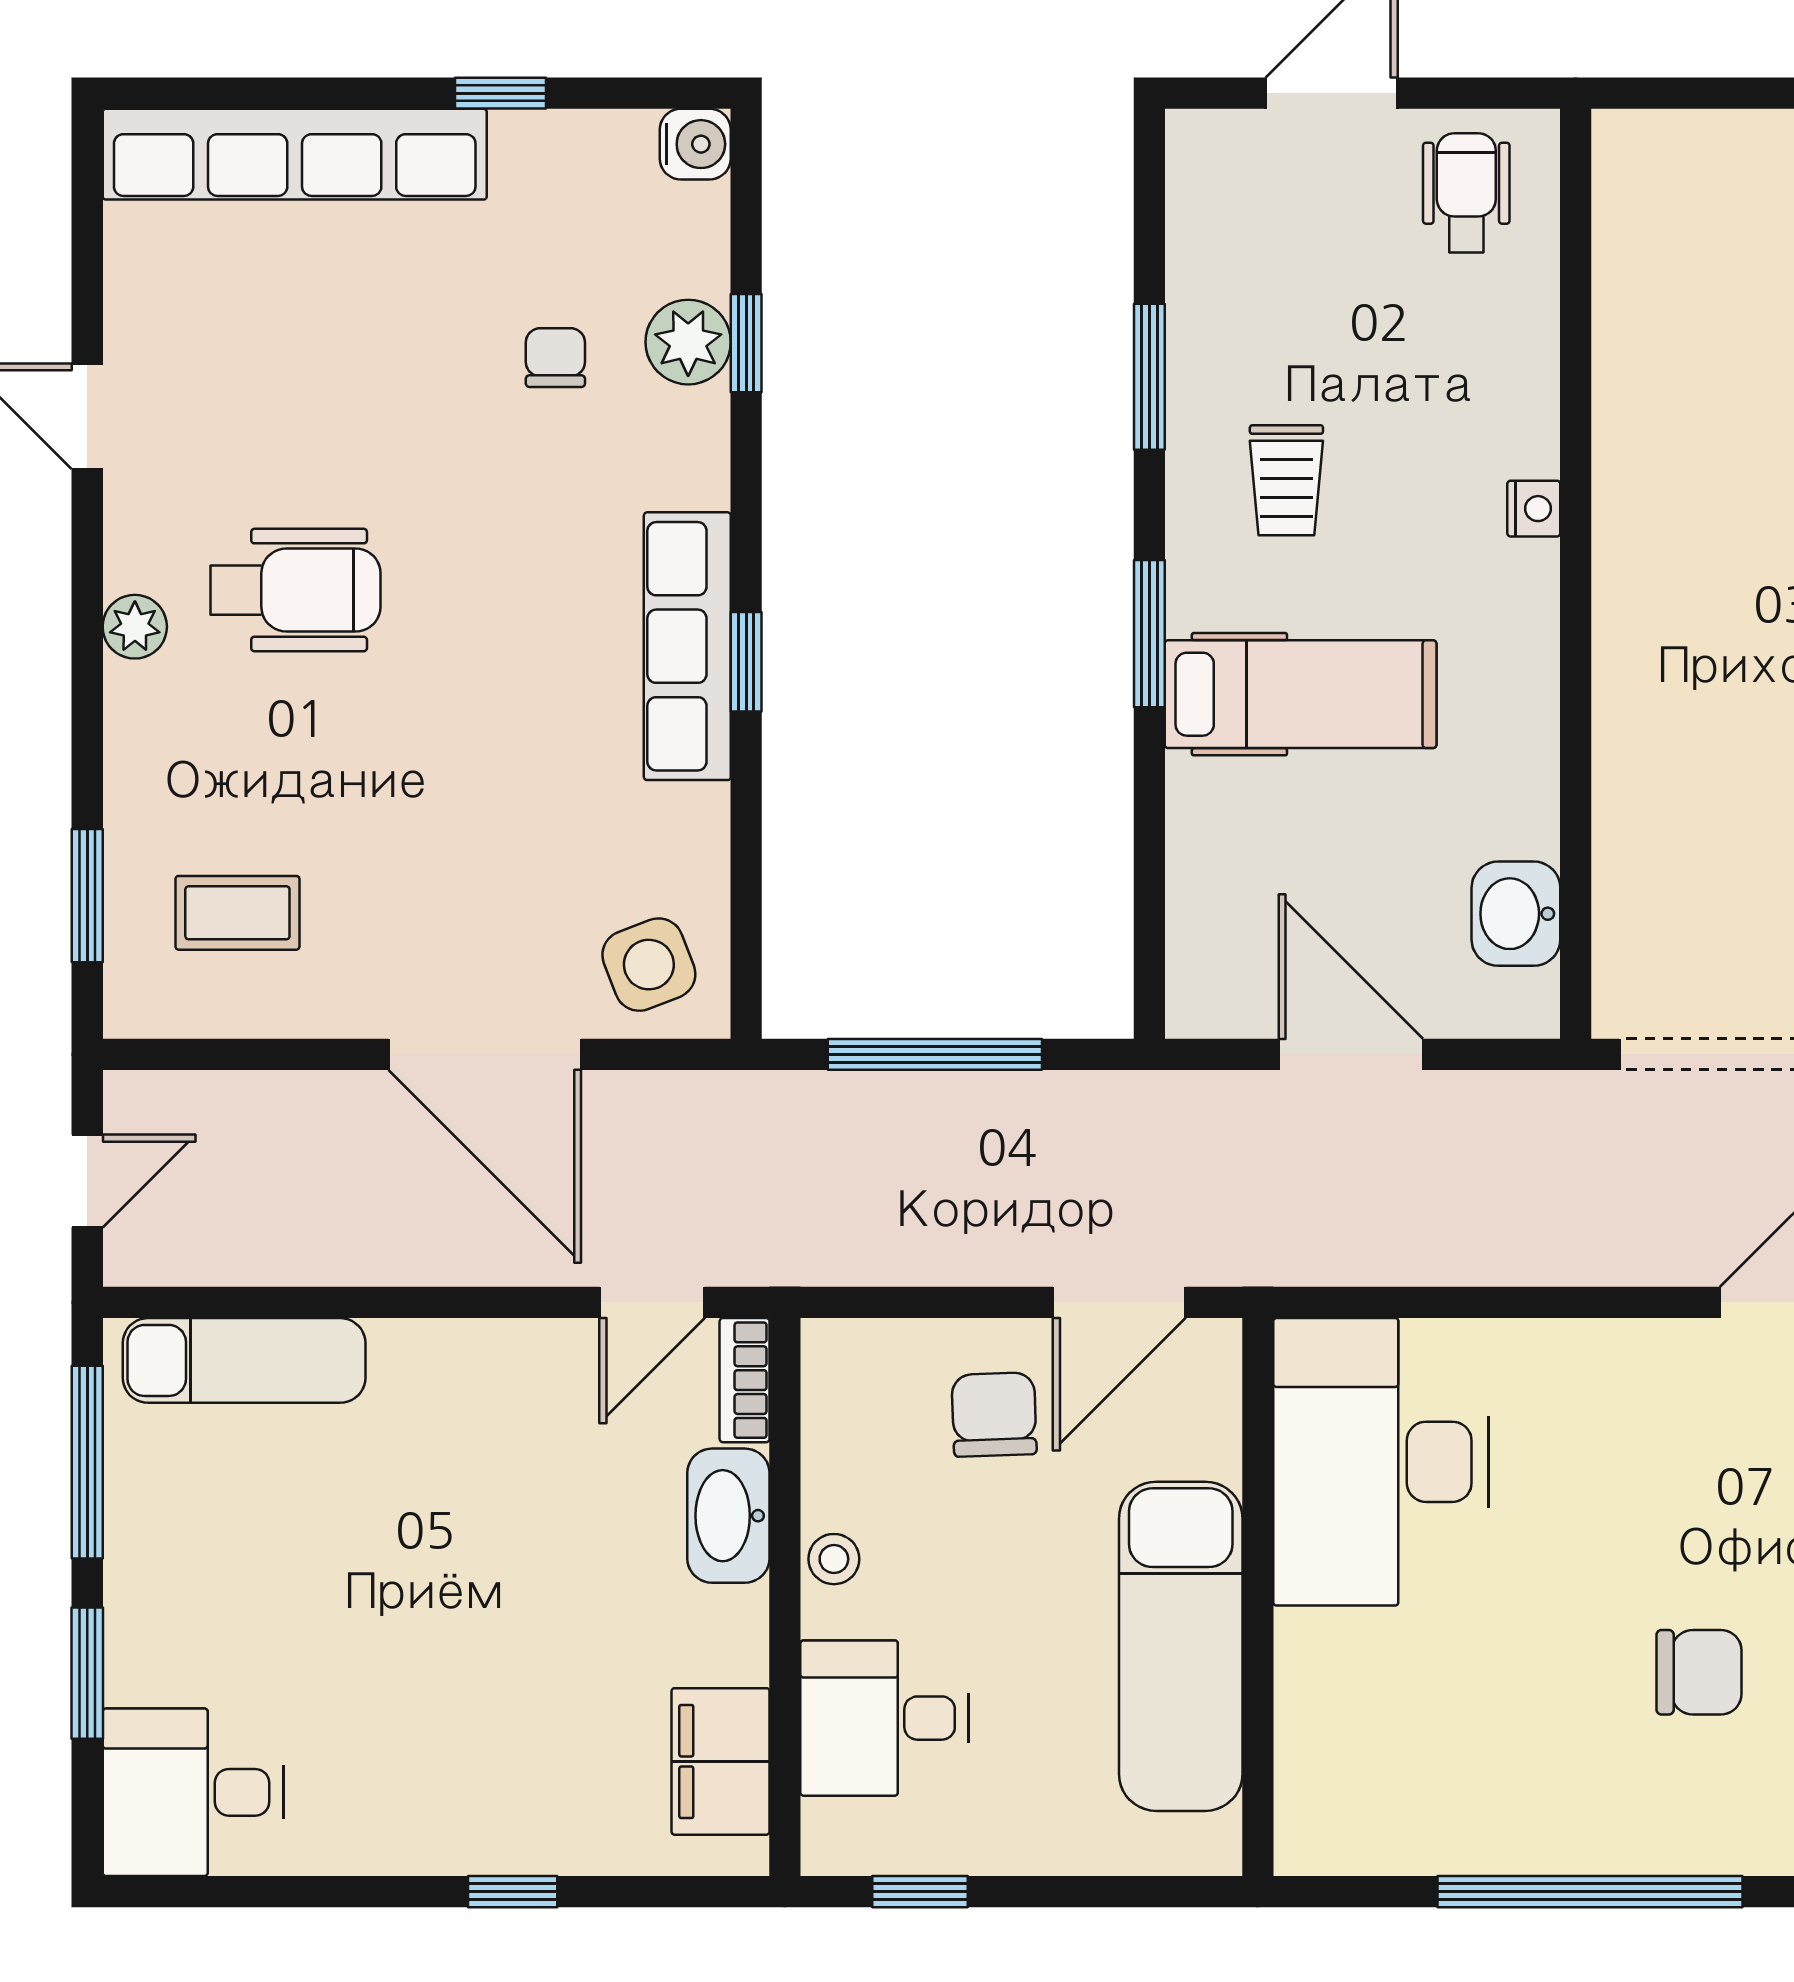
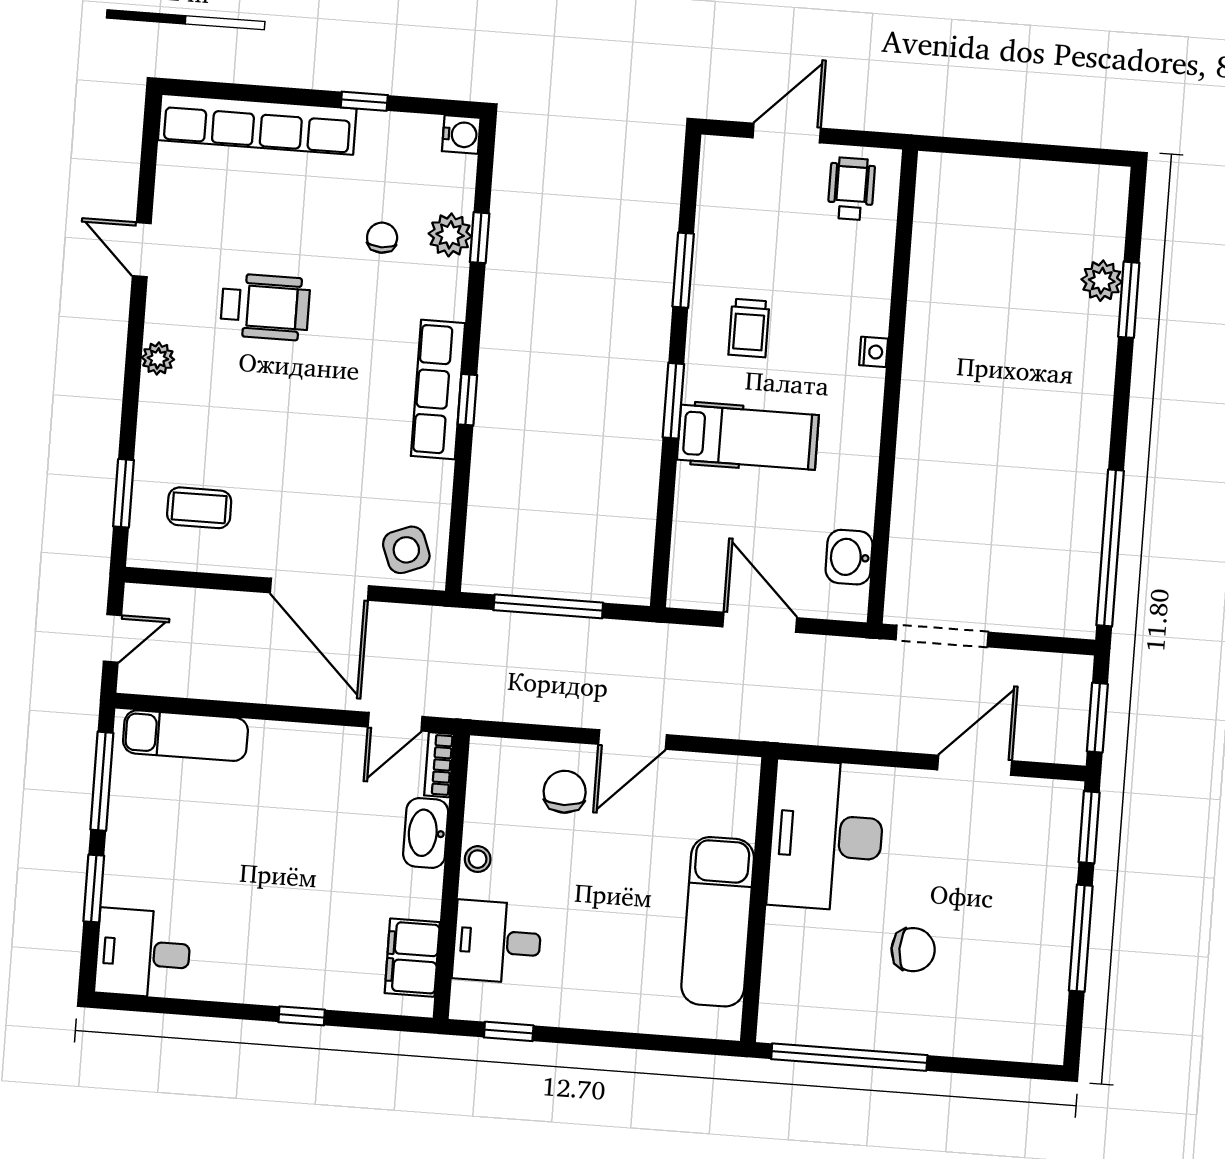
wheelchair: (295, 590) -> (265, 307), moved
desk: (1381, 1462) -> (826, 836), moved
wall: (1258, 1597) -> (759, 900), moved
exam couch: (1181, 1646) -> (718, 922), moved

